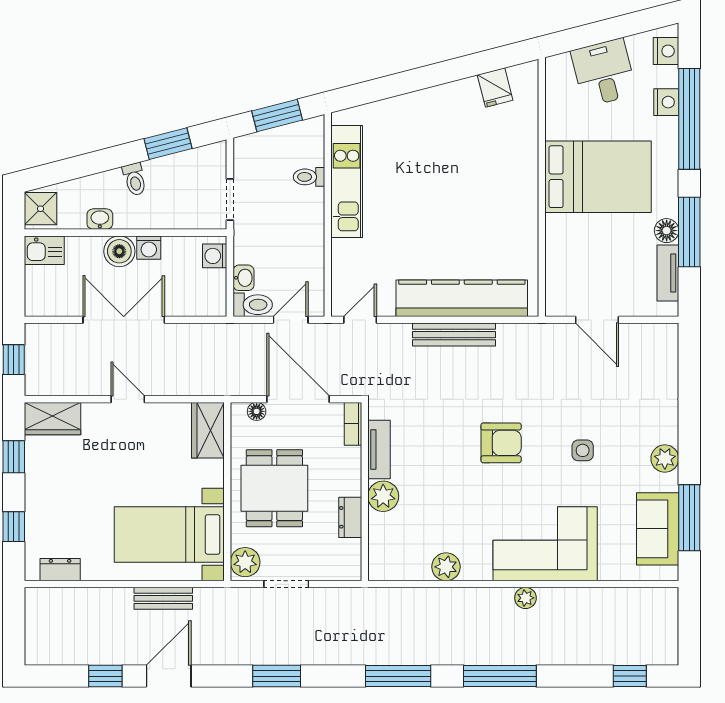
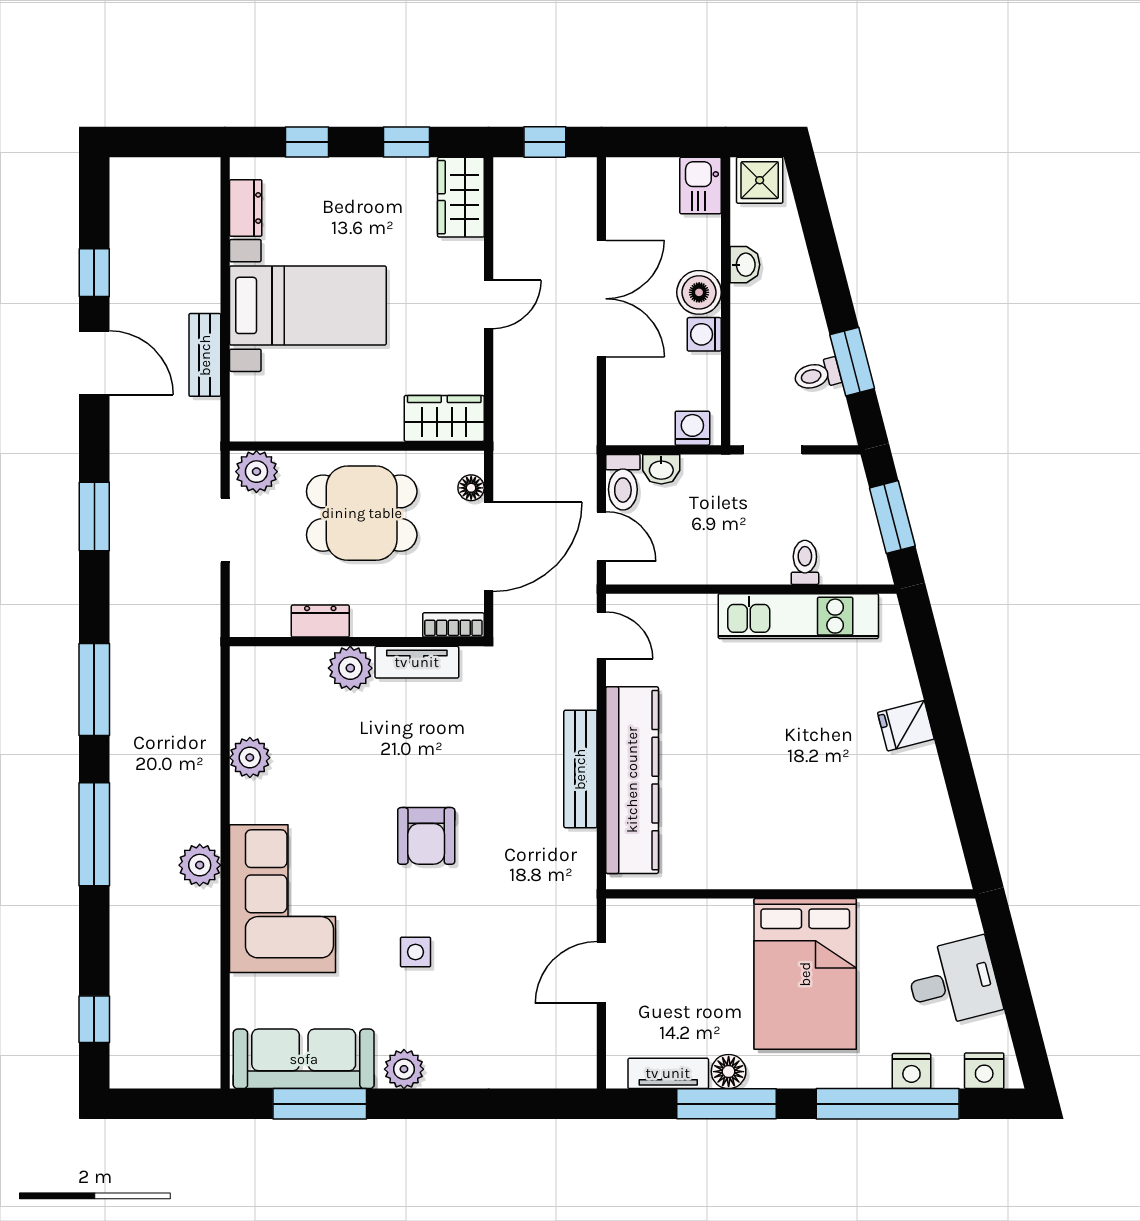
fridge: (495, 88) -> (906, 726), moved
toilet: (135, 179) -> (817, 375), moved
sofa: (658, 529) -> (304, 1059), width x1.36
bed with nightstands: (169, 535) -> (308, 305), moved, turned 90
plant: (526, 598) -> (200, 865), width x1.38, depth x1.38

